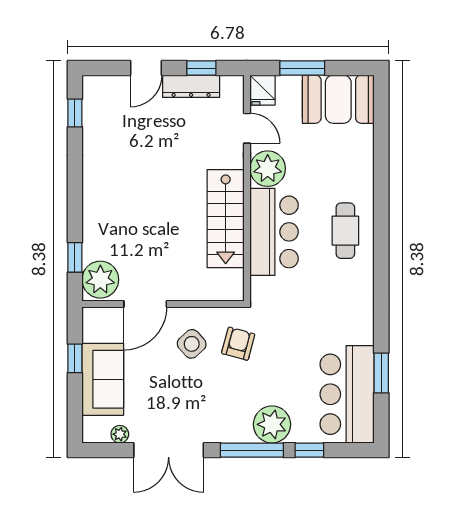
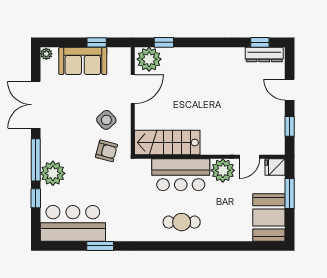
dresser: (191, 86) -> (264, 54), moved, turned -90
stairs: (226, 219) -> (167, 143), moved
door: (145, 304) -> (133, 89), swing flipped
window: (381, 373) -> (100, 246), moved
plant: (120, 434) -> (46, 54), moved

